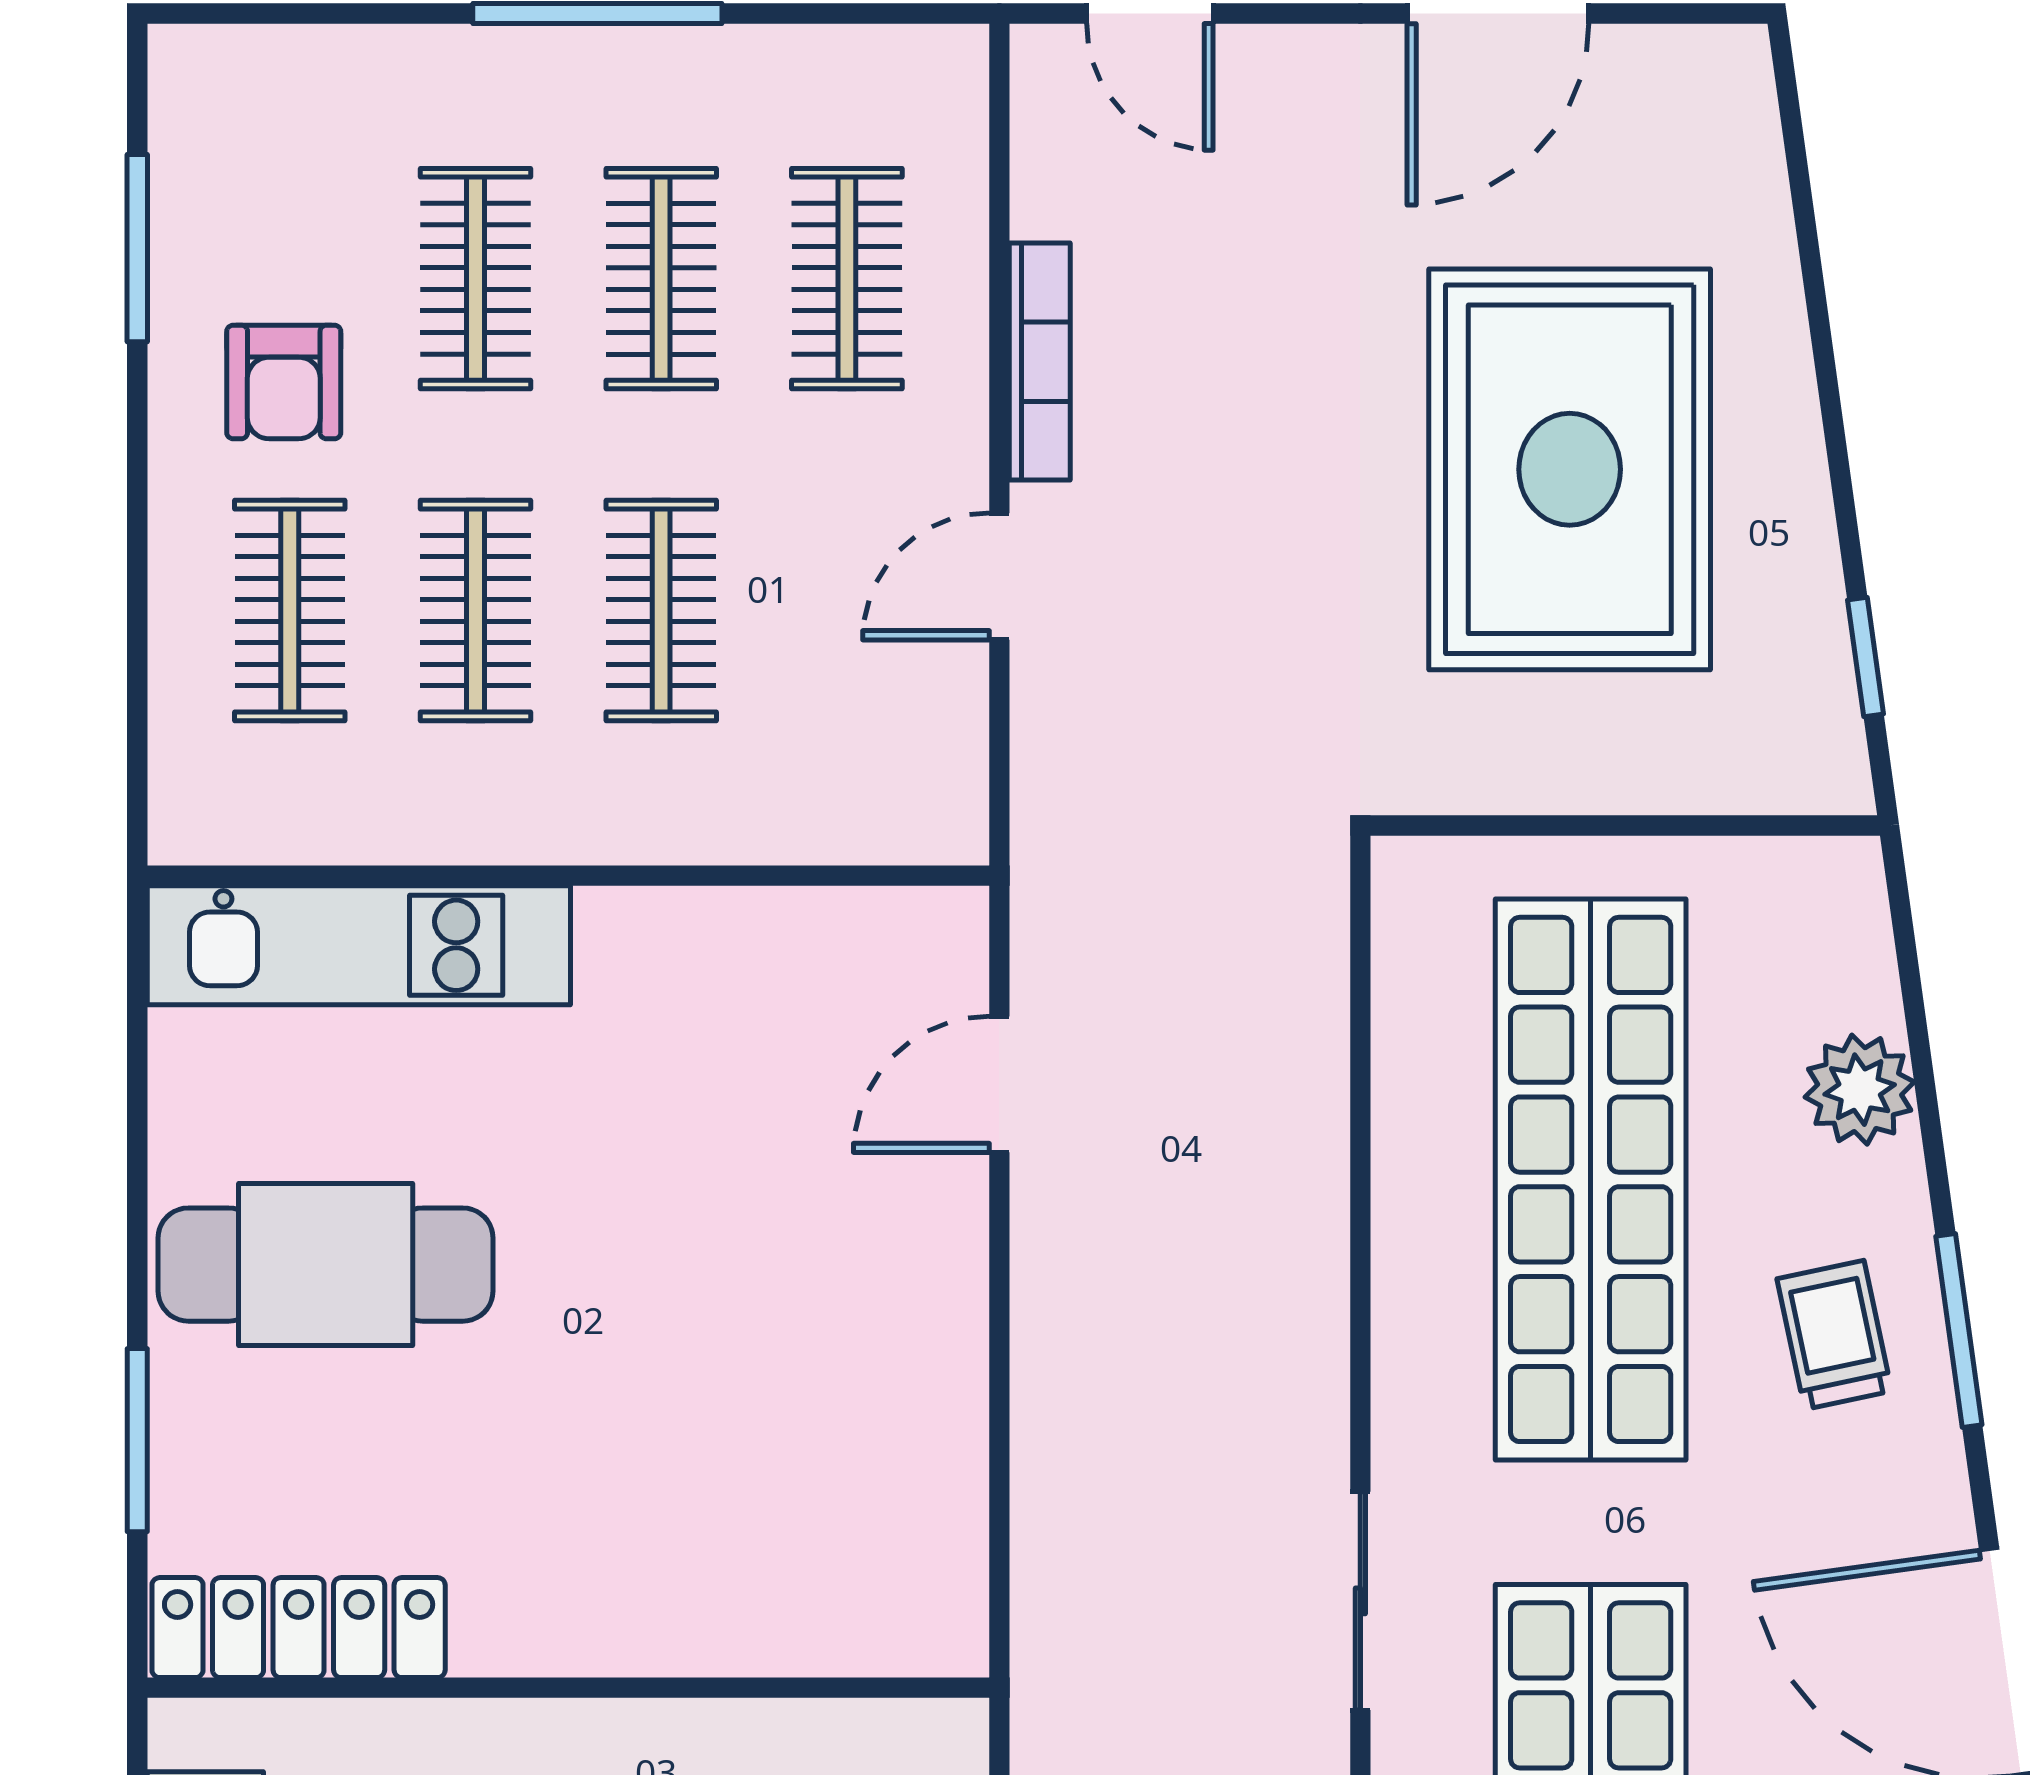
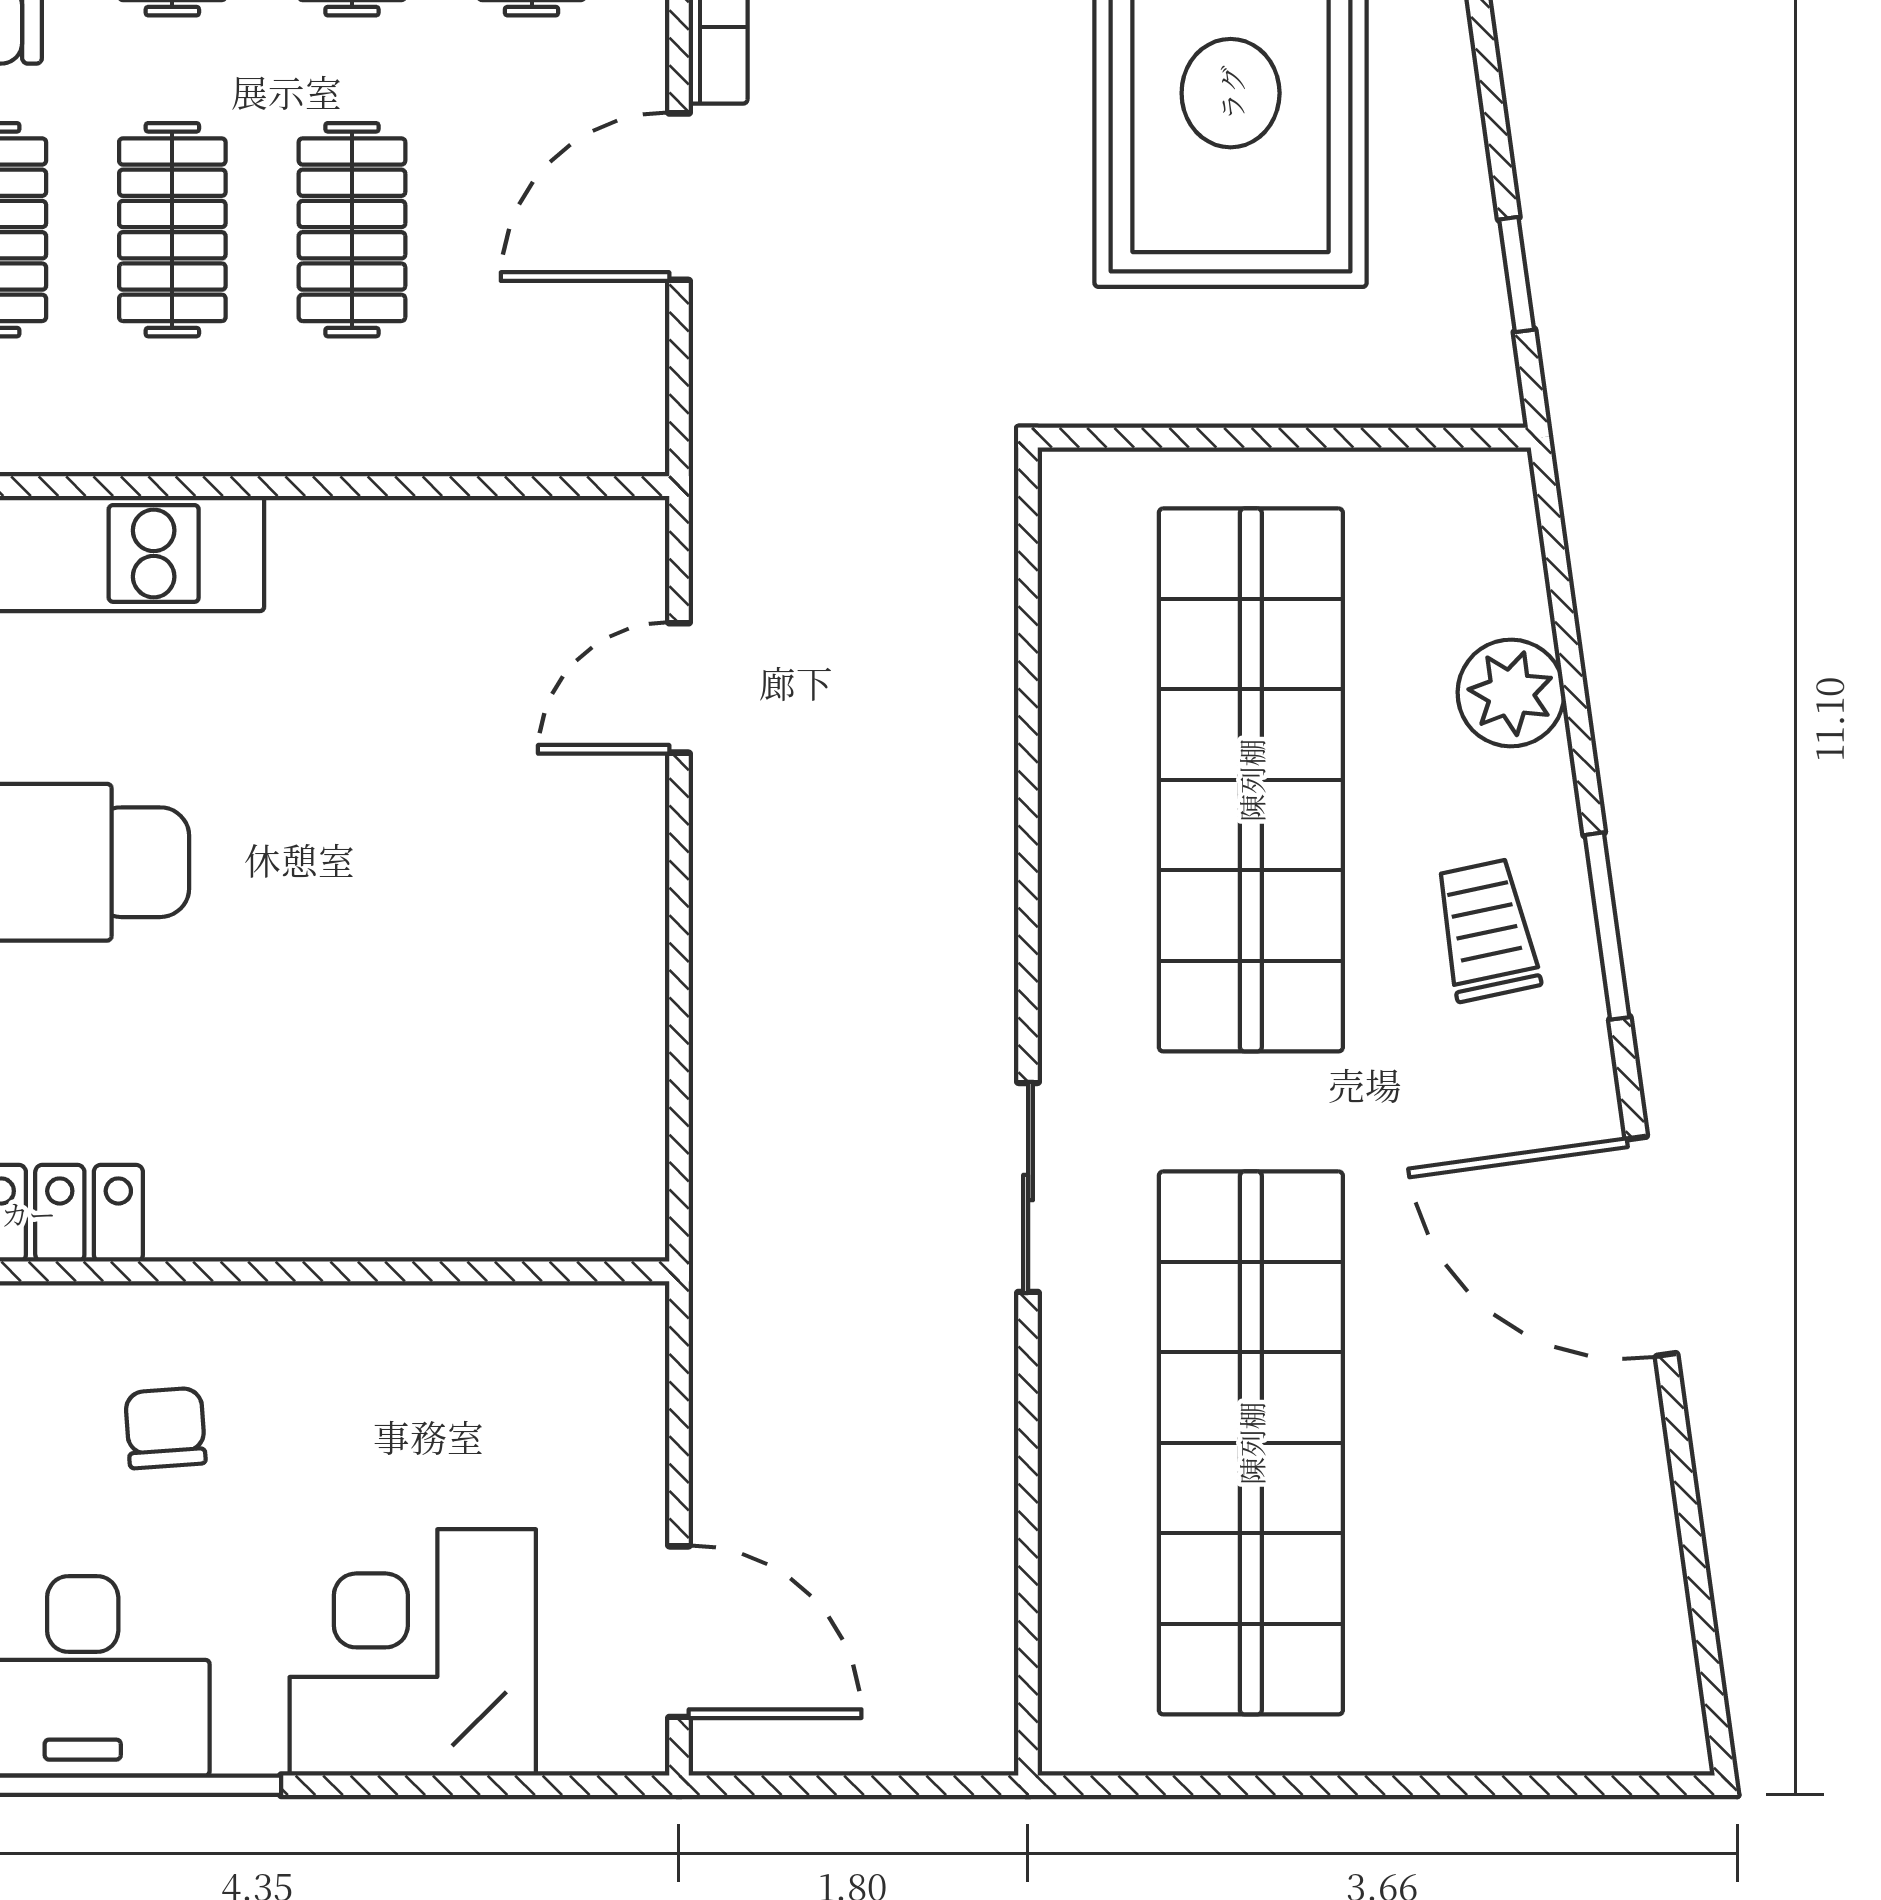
door: (999, 576) -> (679, 197), width x1.38

